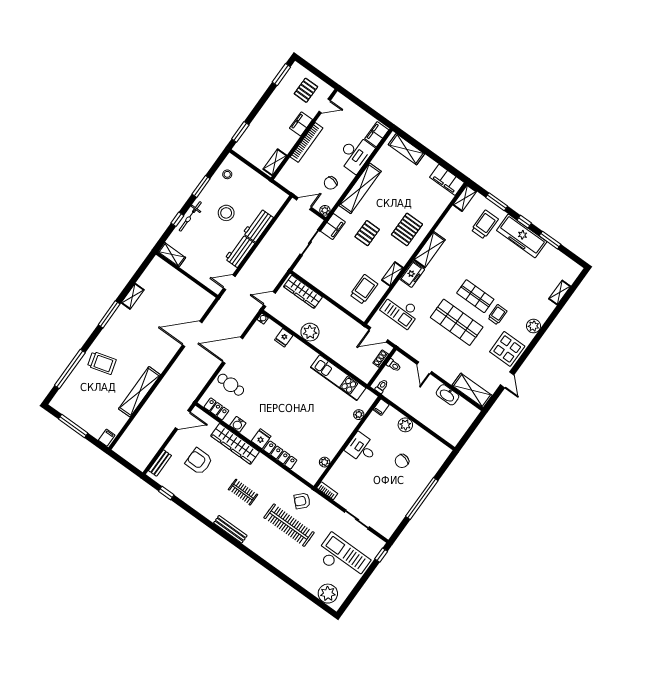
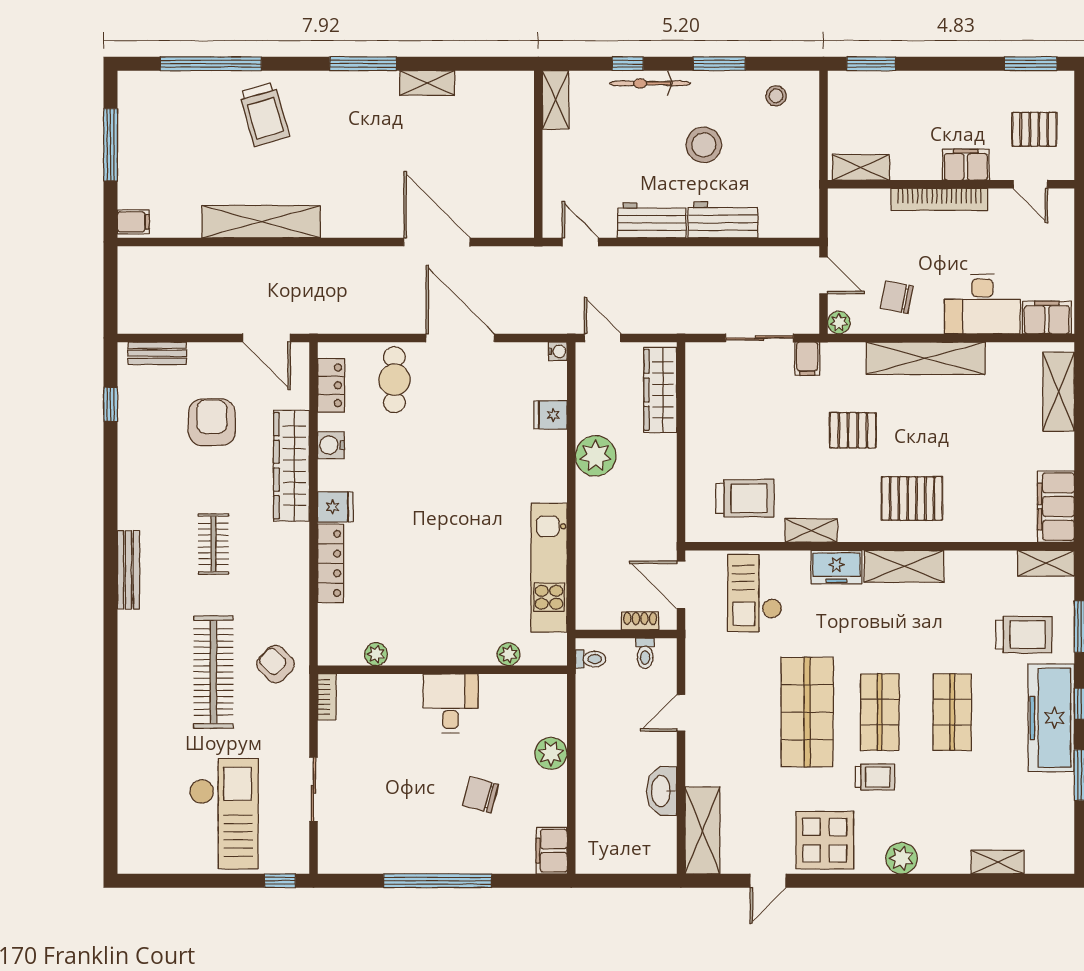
filing cabinet: (333, 227) -> (807, 359), width x0.50
shop shelf: (494, 270) -> (952, 712), added
filing cabinet: (381, 407) -> (552, 851), moved, width x2.00
plant: (328, 594) -> (139, 834), removed

